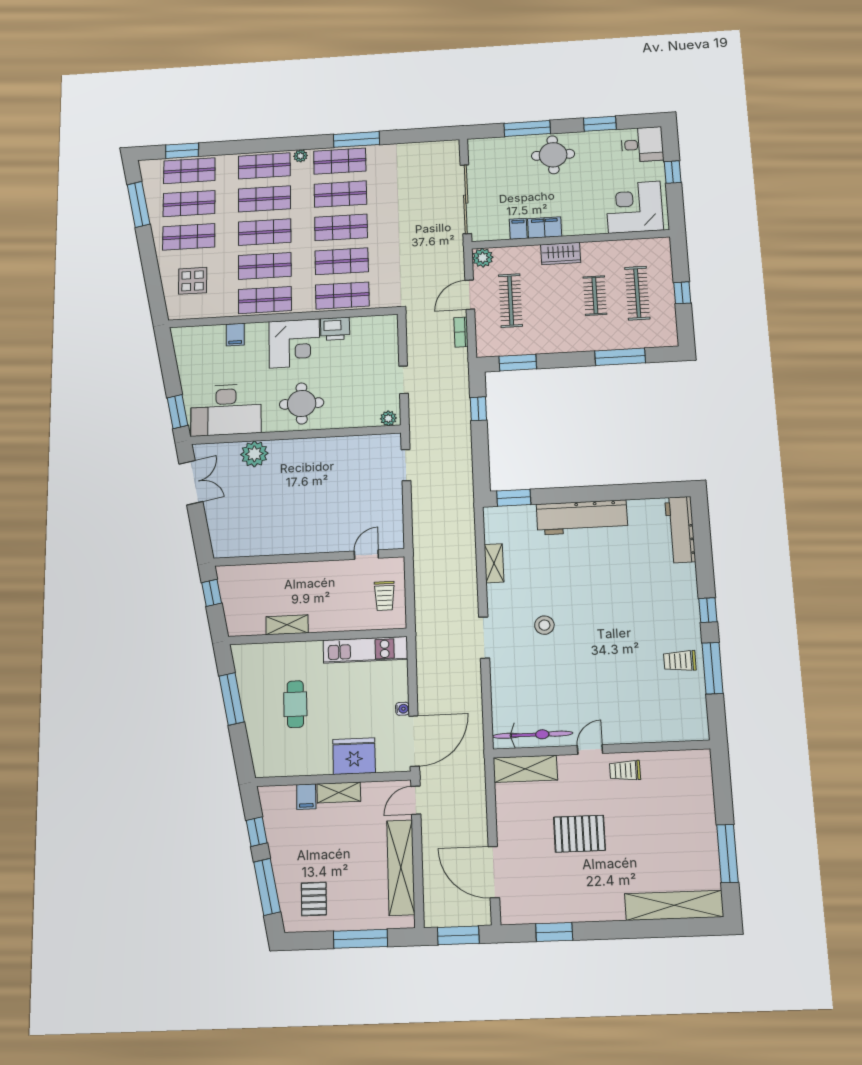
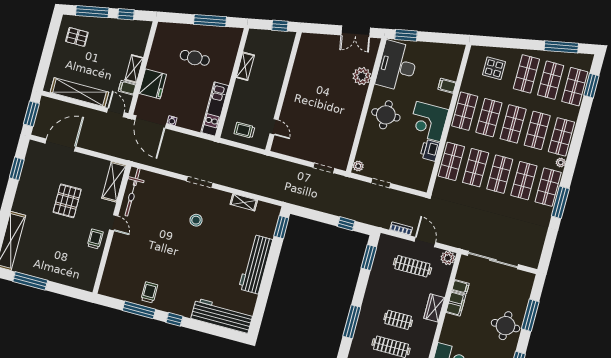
workbench: (680, 530) -> (222, 316), width x1.36, depth x1.32
filing cabinet: (306, 797) -> (127, 88), moved
window: (360, 939) -> (46, 57), removed

